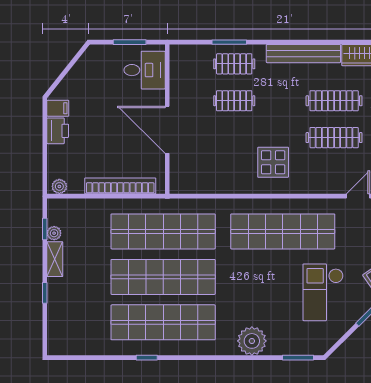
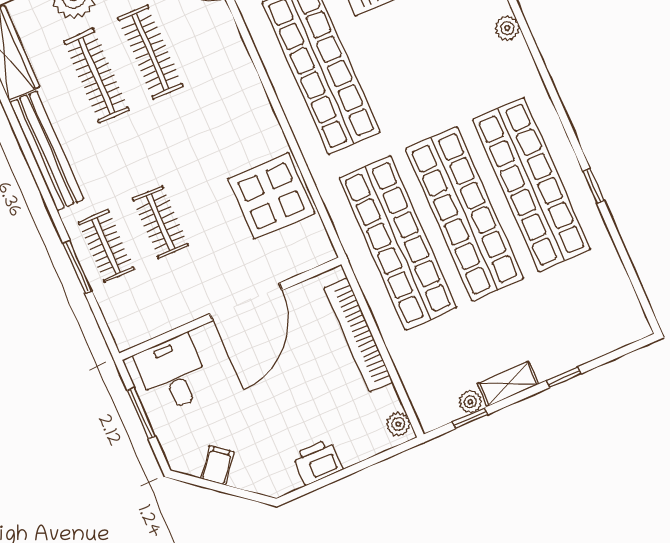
filing cabinet: (58, 108) -> (217, 465), moved, turned 39
display table: (273, 162) -> (271, 196), moved, width x1.36, depth x1.36
plant: (252, 341) -> (507, 28), width x0.53, depth x0.53

